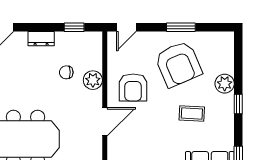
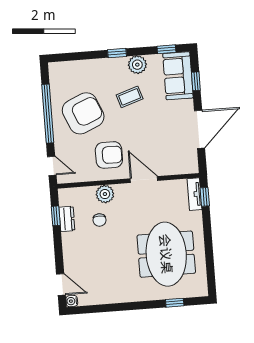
window: (181, 27) -> (48, 114), width x2.11
dresser: (41, 39) -> (67, 219), moved
plant: (225, 84) -> (137, 65), moved
coffee table: (192, 114) -> (130, 97), turned 69

